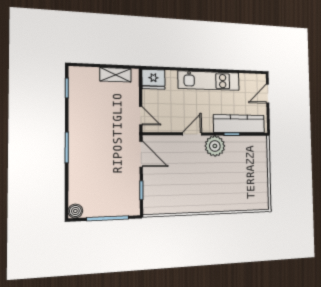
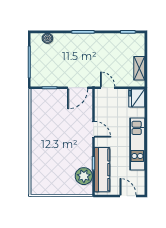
door: (141, 116) -> (108, 88), swing flipped
plant: (215, 146) -> (84, 176), moved
boiler: (75, 211) -> (47, 38), moved

